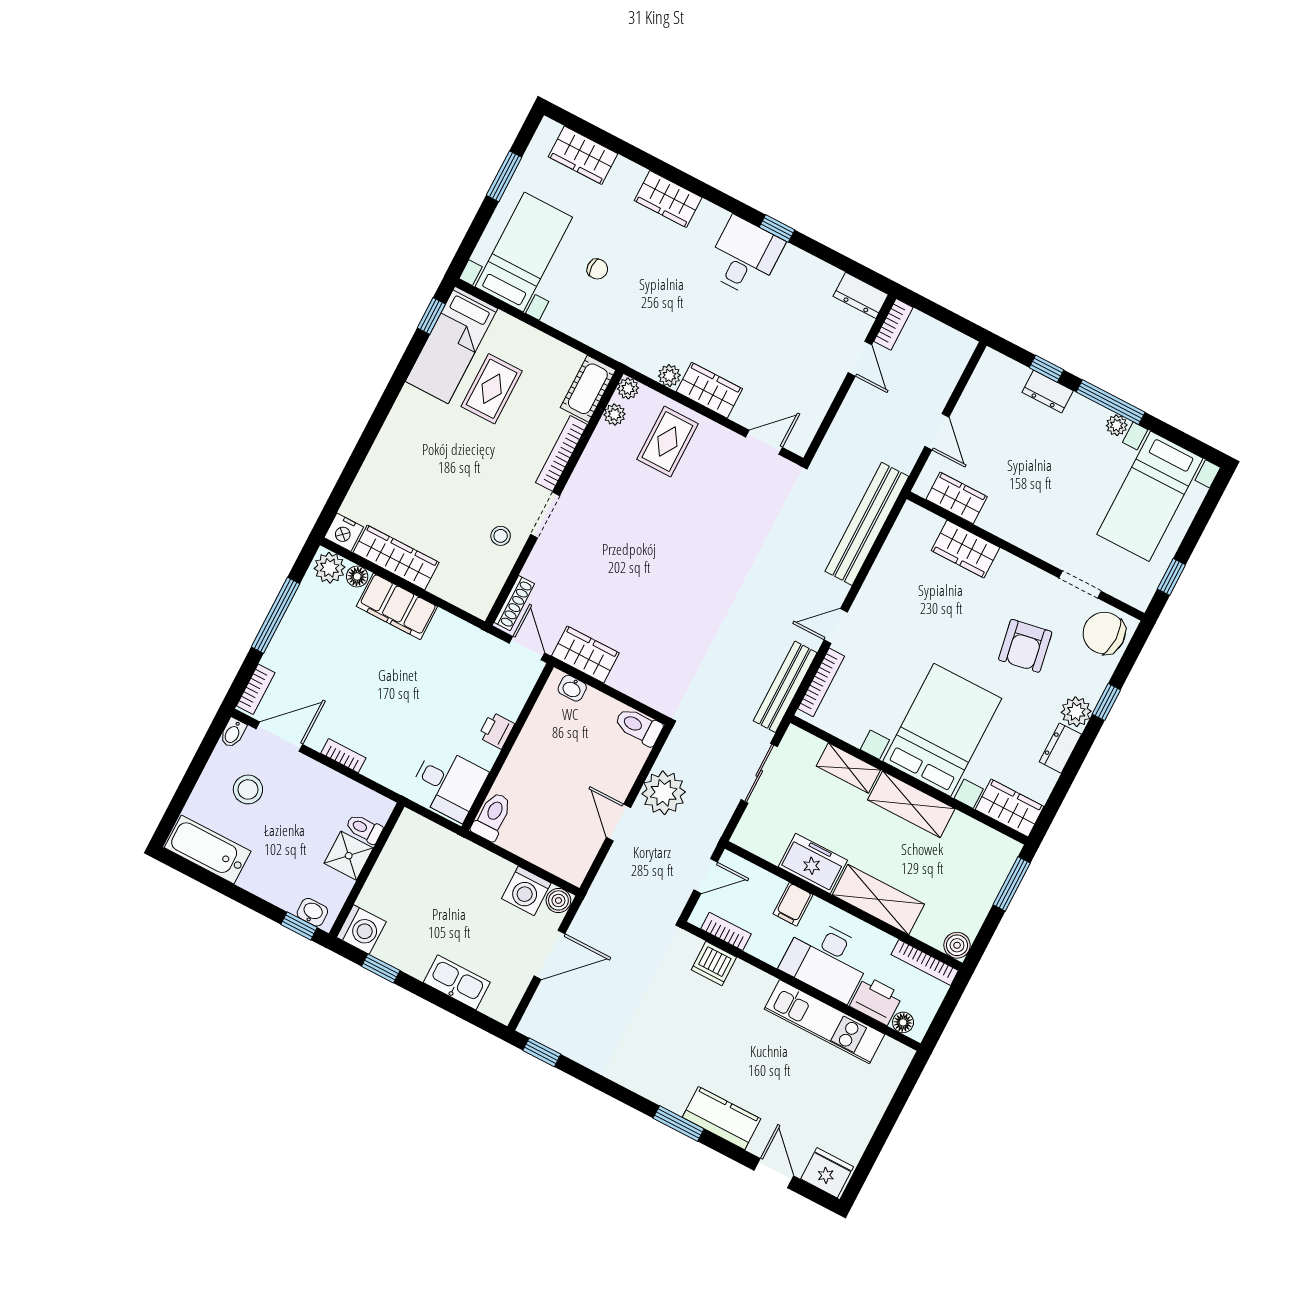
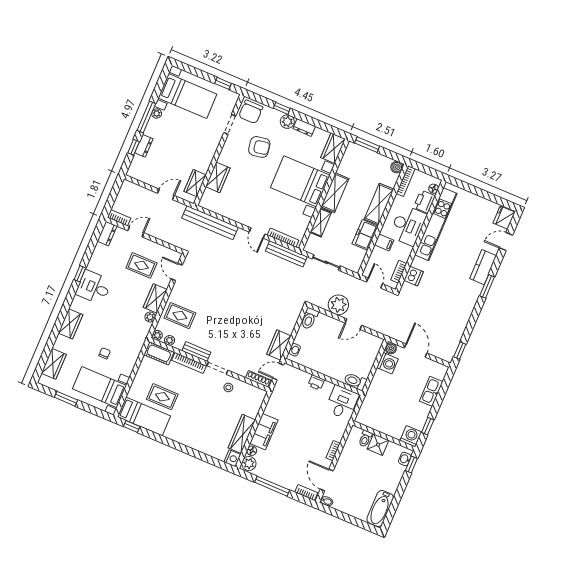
rug: (784, 366) -> (141, 265), added
bench: (585, 472) -> (196, 351), added
stool: (248, 789) -> (352, 492), removed
kitchen unit: (824, 1022) -> (436, 224), width x1.36

